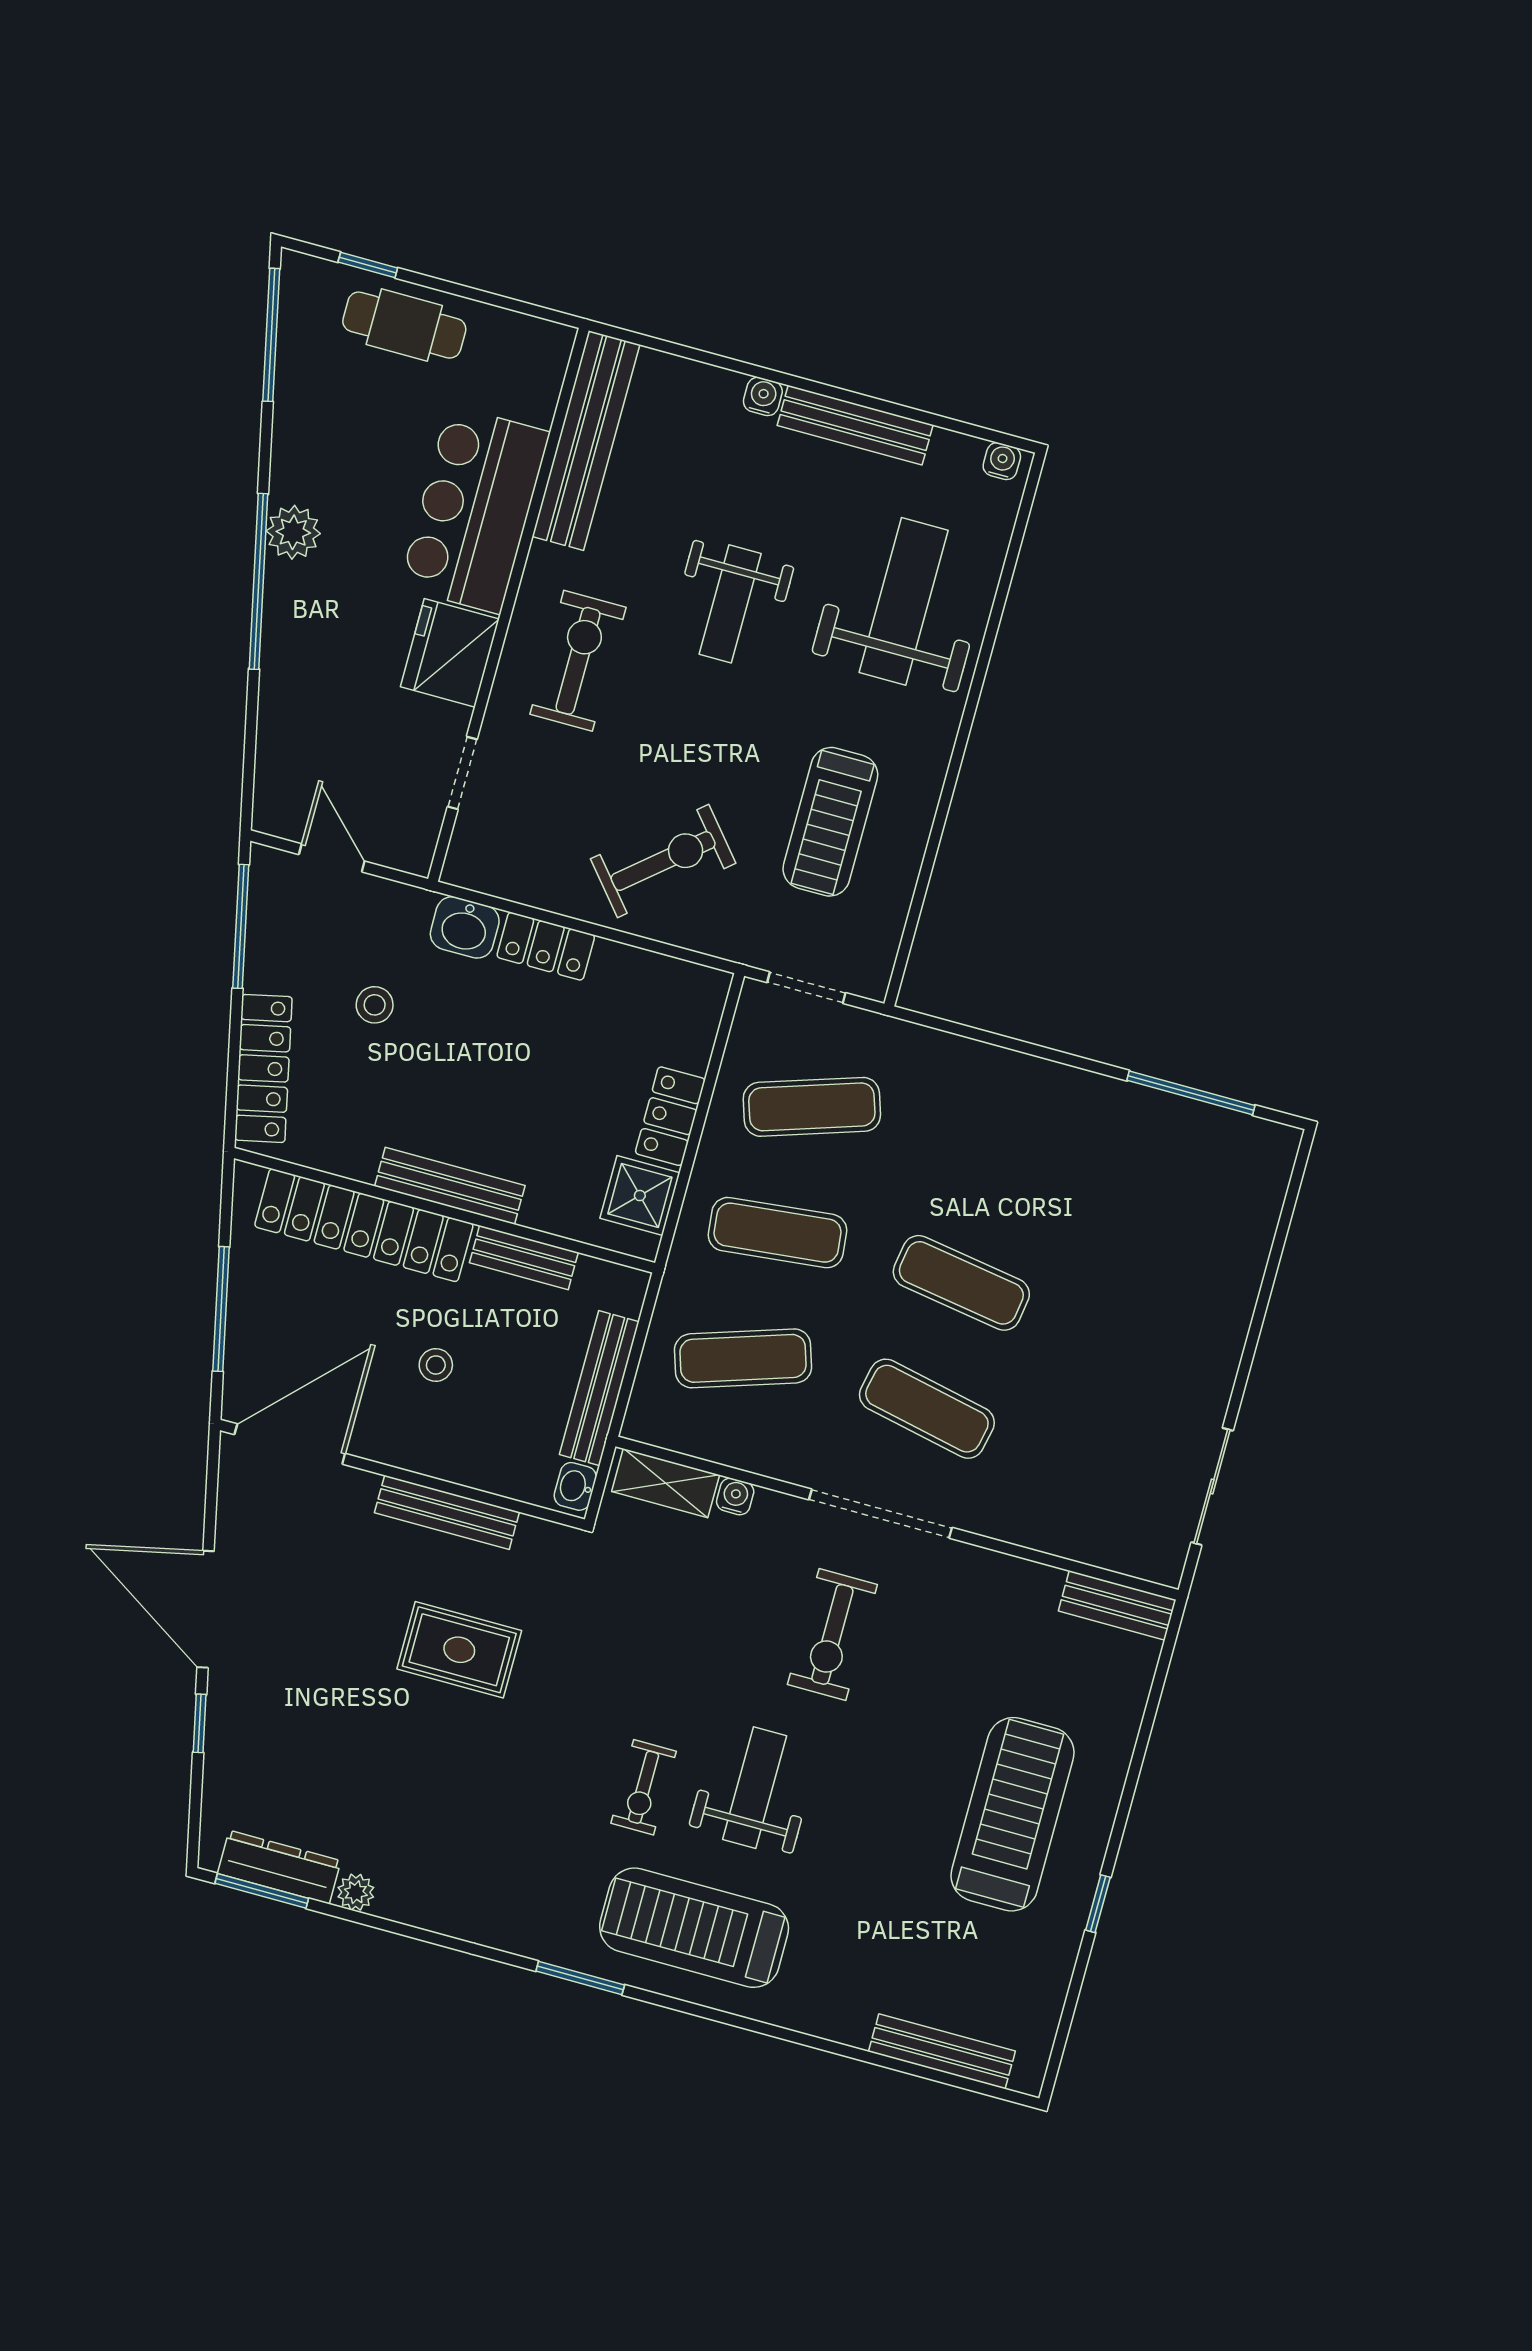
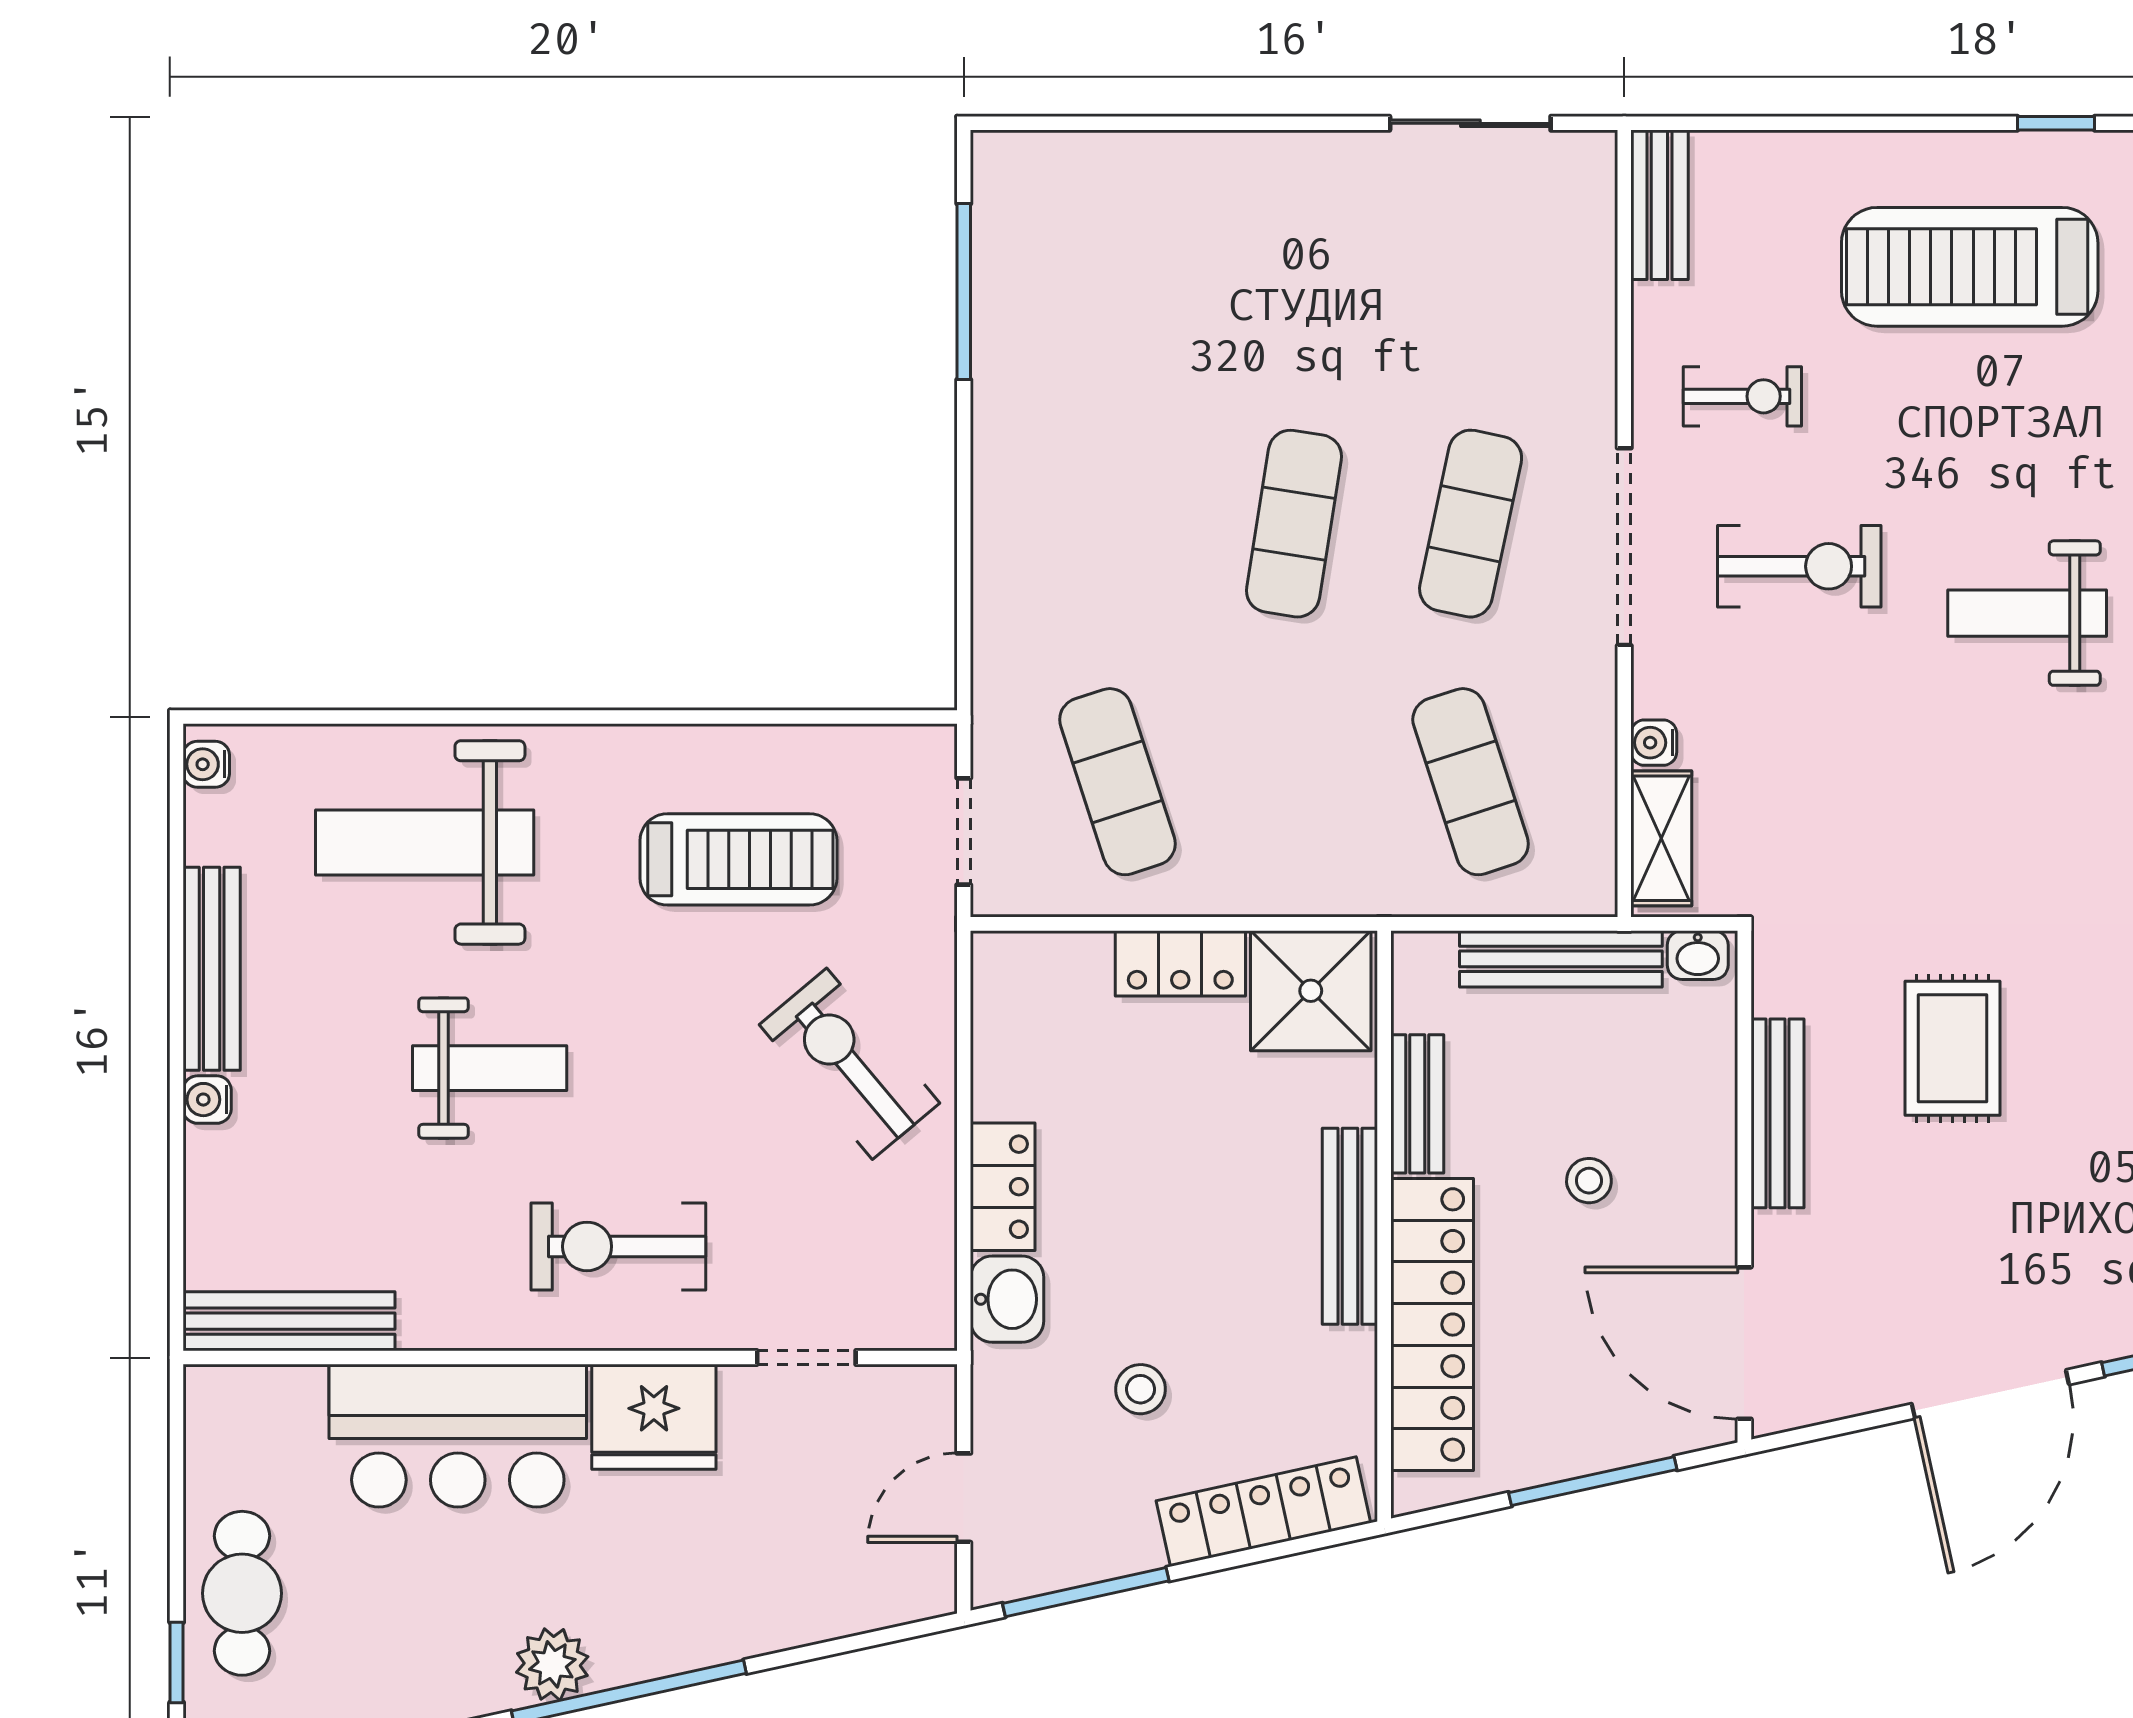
bench: (586, 441) -> (289, 1321), width x0.73, depth x0.82
shower: (640, 1196) -> (1311, 991), width x1.36, depth x1.36
exercise mat: (777, 1233) -> (1294, 782), removed
exercise bike: (644, 1787) -> (1742, 396), moved

